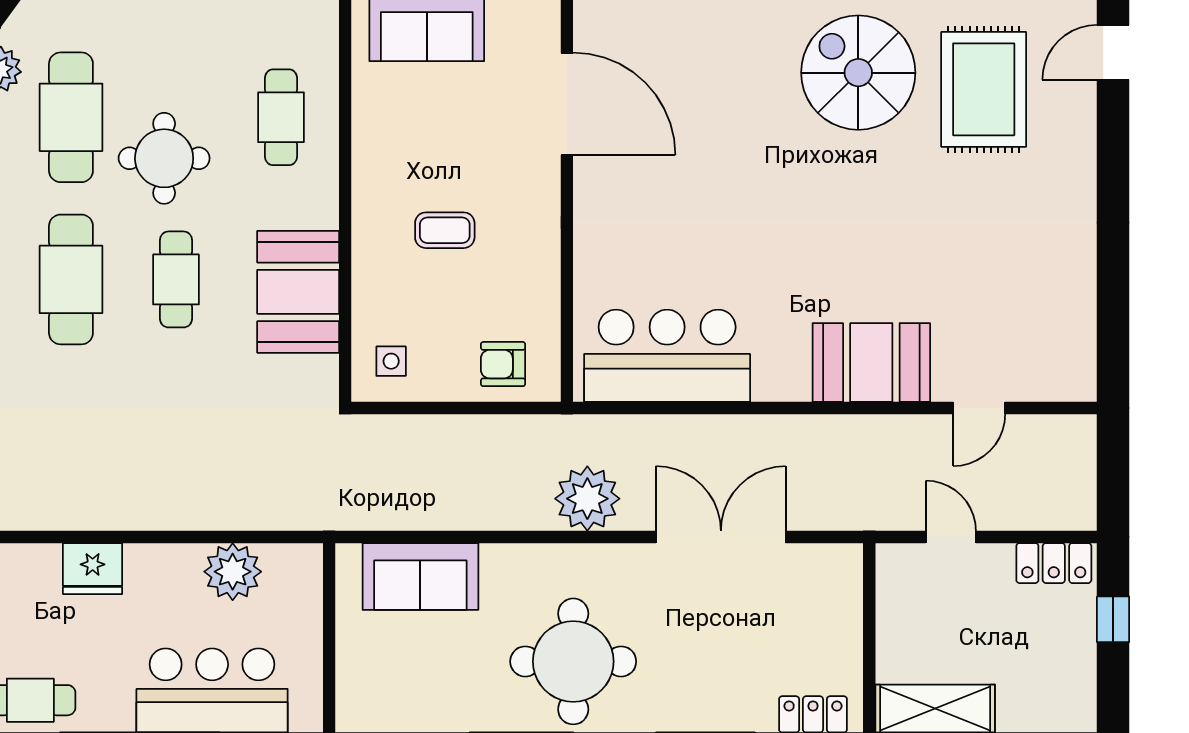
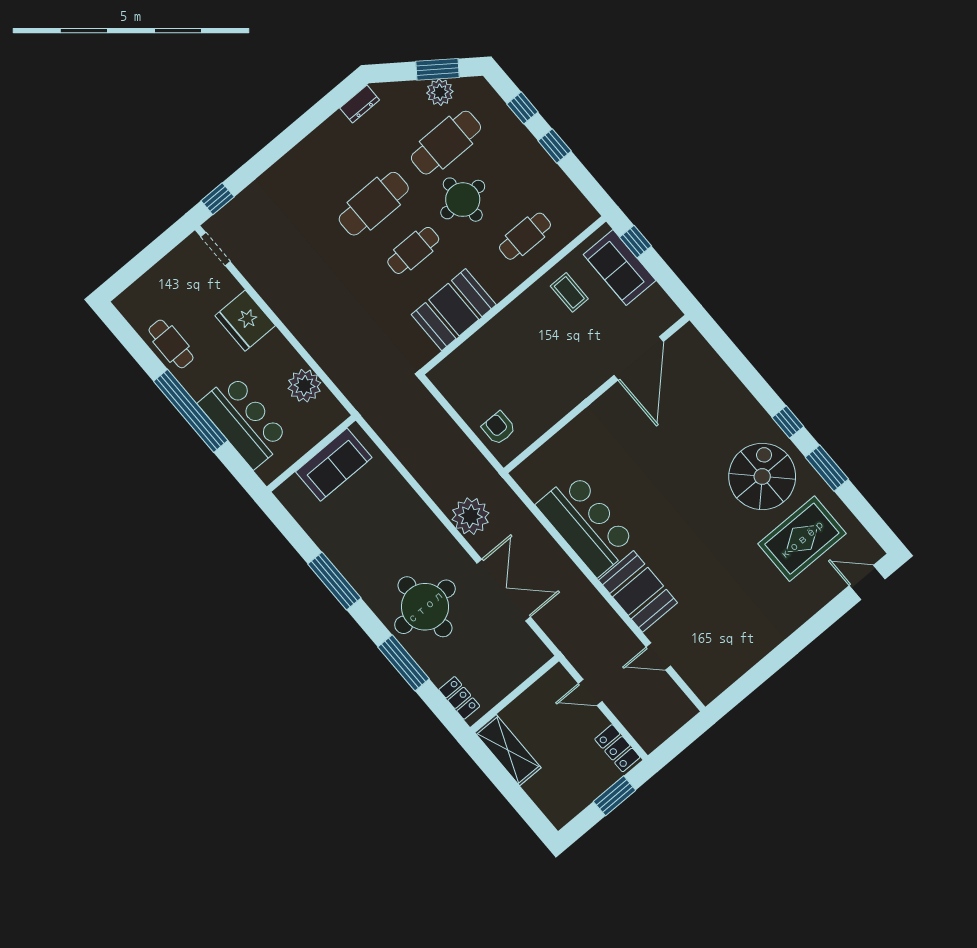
coffee table: (445, 230) -> (569, 292), moved
bar counter: (667, 356) -> (586, 524), moved
side table: (391, 361) -> (458, 377), removed
door: (951, 537) -> (590, 693), swing flipped
fridge: (93, 569) -> (245, 321), width x1.36, depth x1.34
sofa: (420, 576) -> (334, 465), moved, turned -90
window: (1113, 619) -> (615, 796), width x1.50
round table: (573, 661) -> (425, 607), moved

